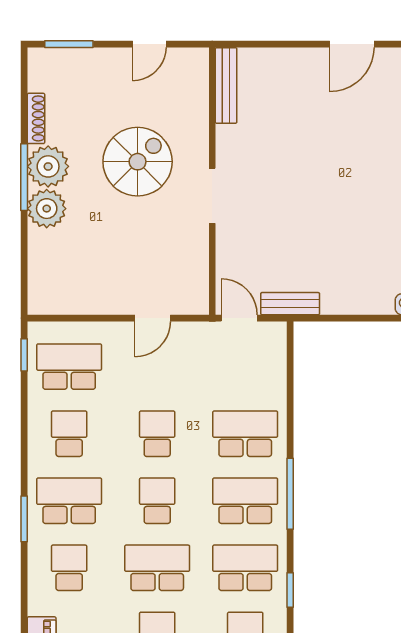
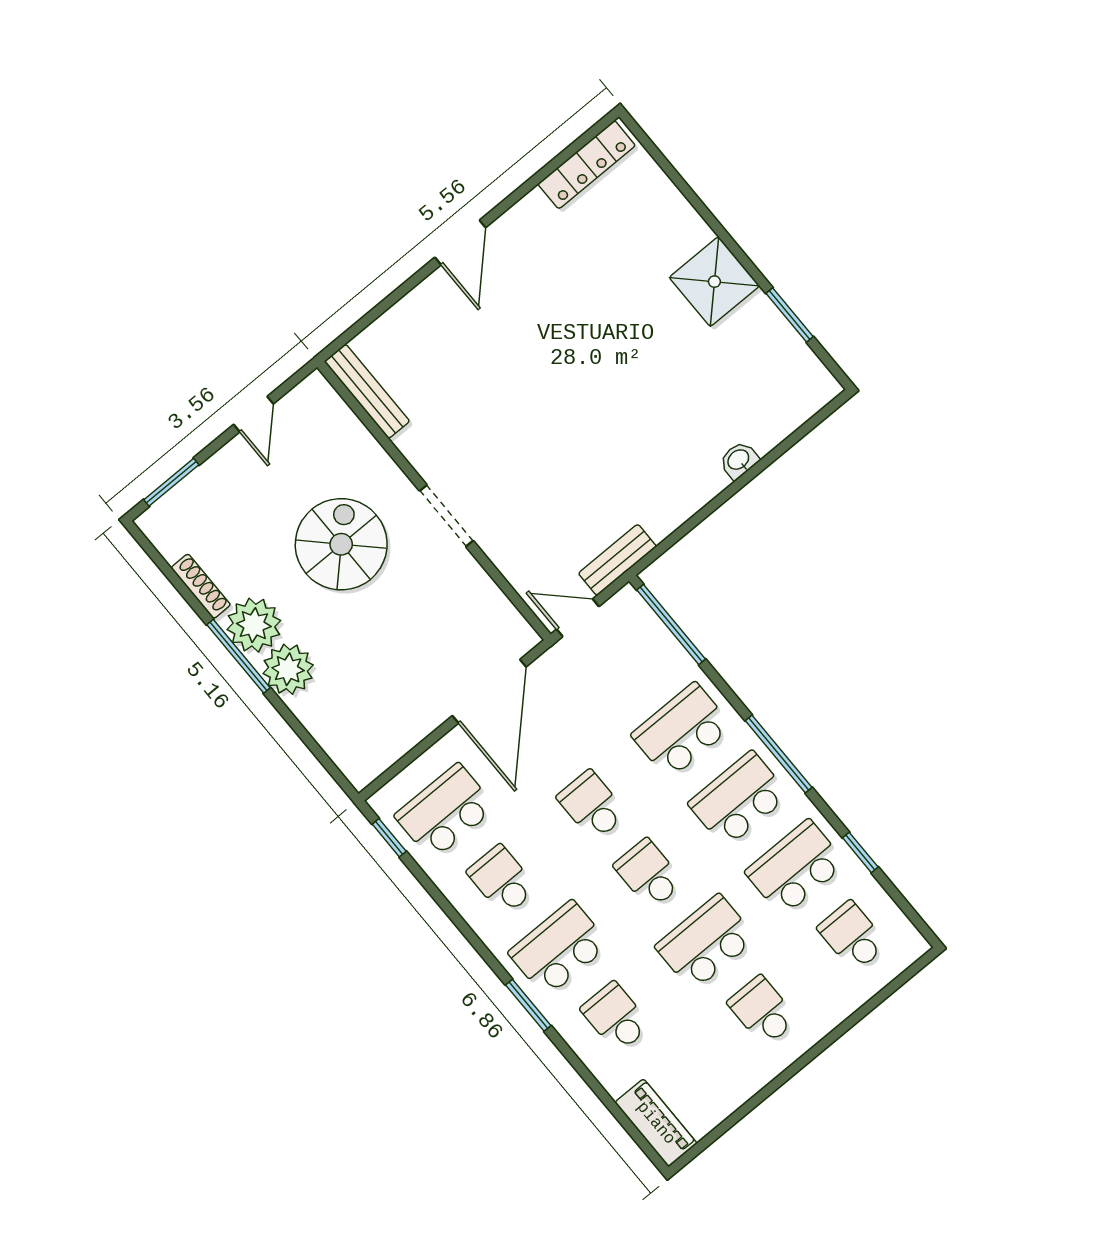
door: (153, 318) -> (489, 691), width x1.88
window: (290, 367) -> (671, 625), added

